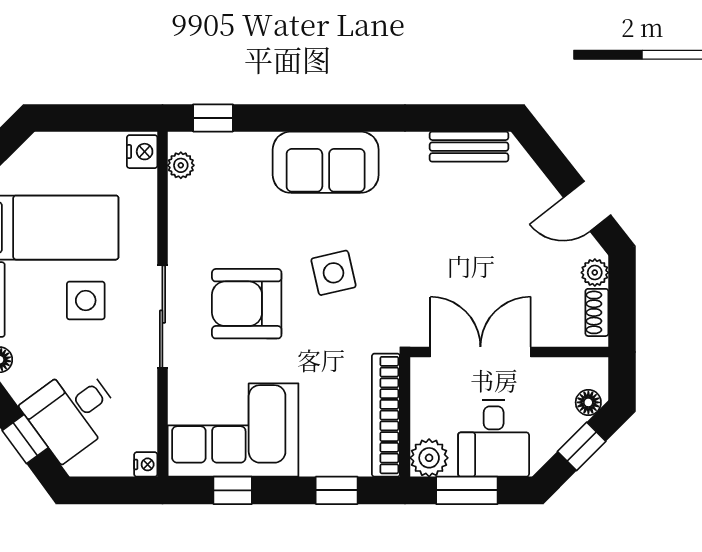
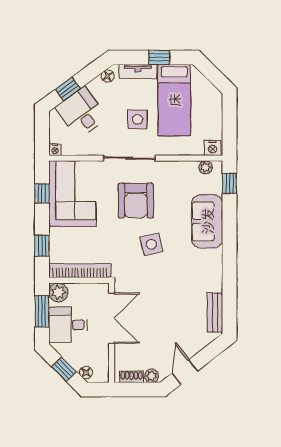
sofa: (326, 162) -> (207, 221), moved
armchair: (247, 304) -> (136, 201), turned 180

